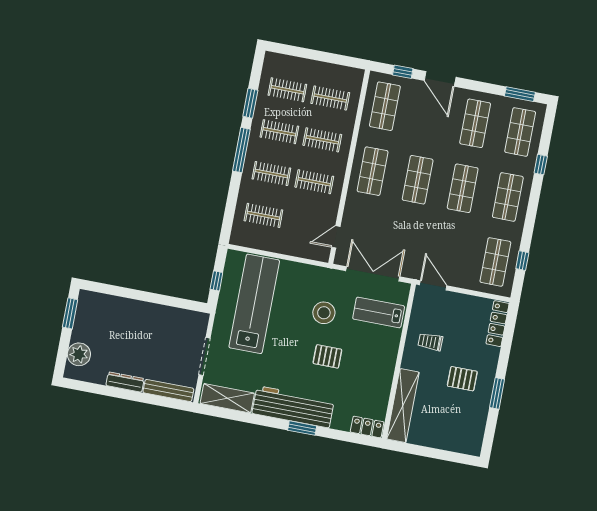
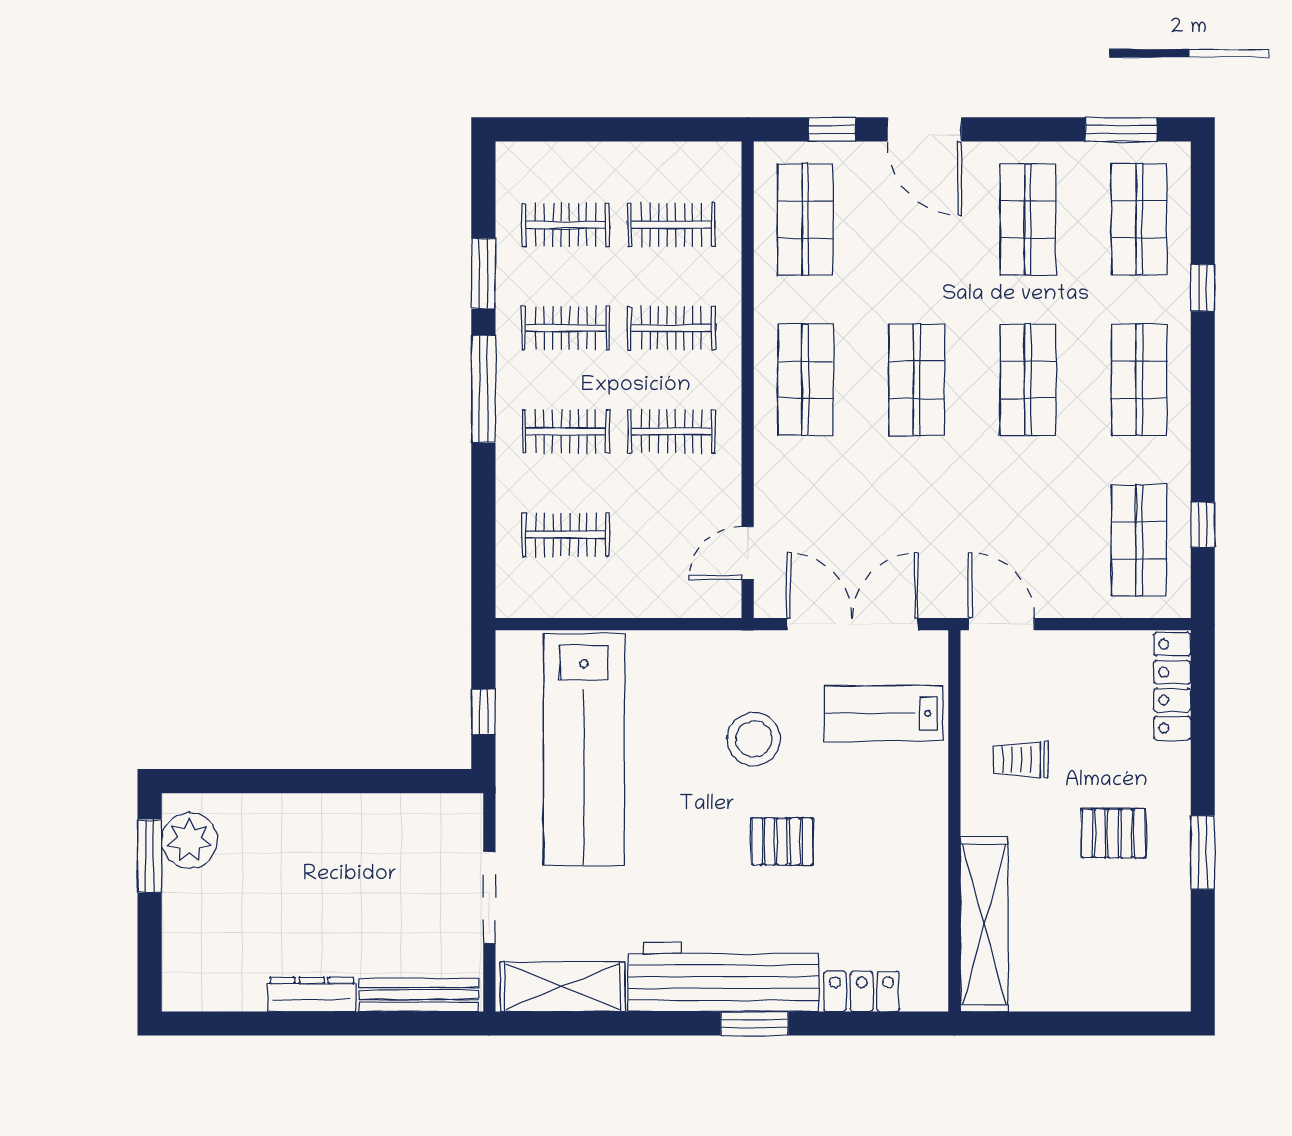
lab bench: (254, 304) -> (584, 750), turned 180
plant: (79, 354) -> (189, 840), moved
locker: (367, 427) -> (862, 991), moved

